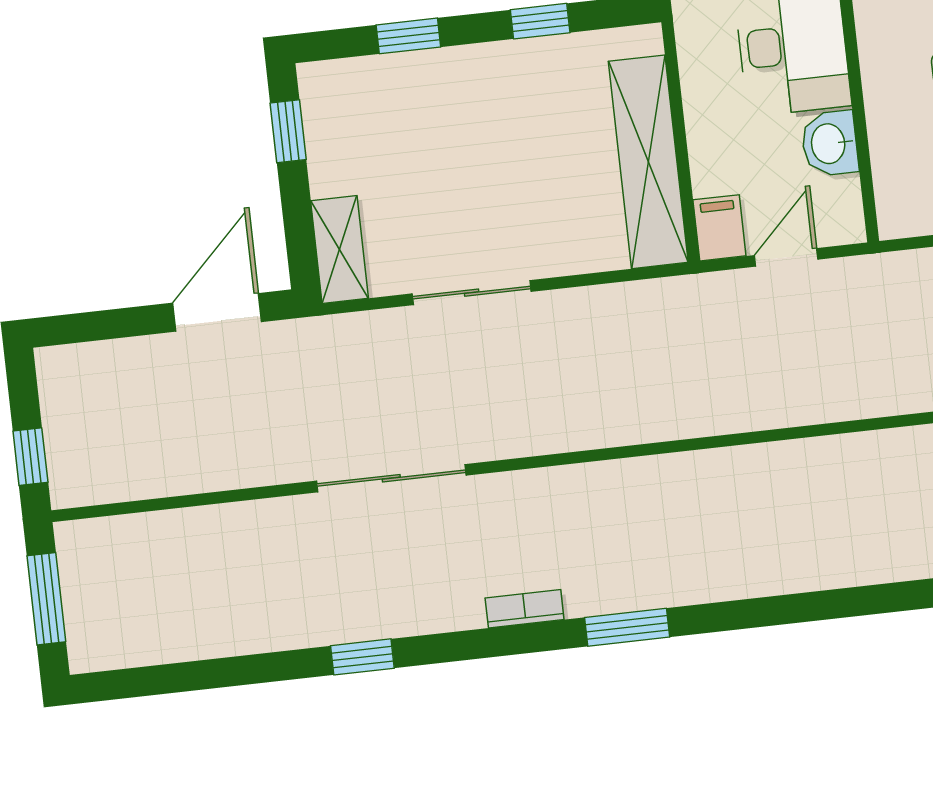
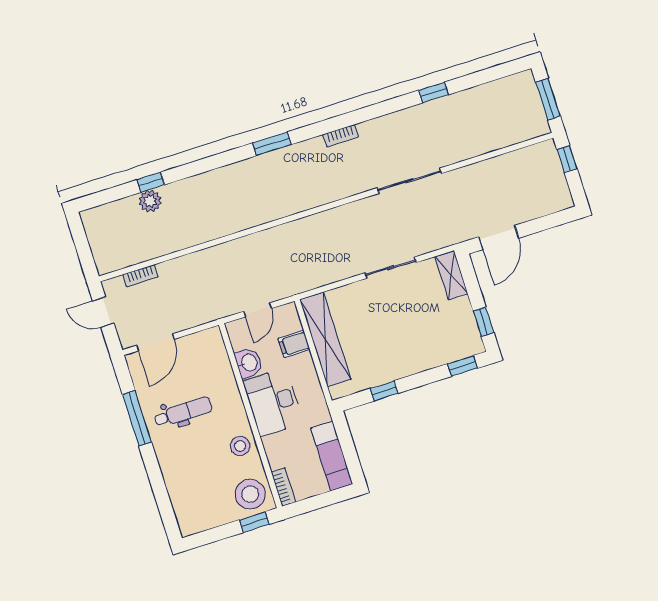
window: (408, 36) -> (463, 366), moved
filing cabinet: (719, 228) -> (294, 344), moved, turned 90
window: (627, 627) -> (272, 144), moved
window: (362, 657) -> (433, 93), moved

